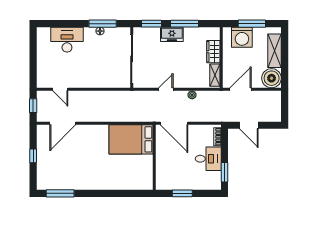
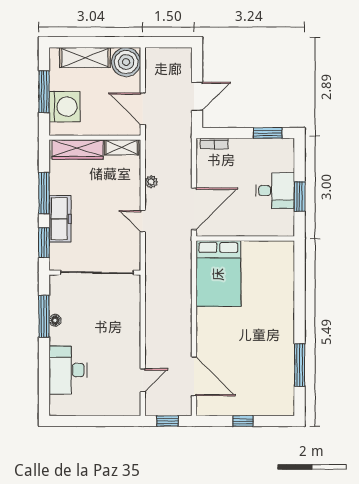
freezer: (172, 34) -> (60, 219), width x1.40
wardrobe: (213, 52) -> (78, 150), width x1.50
desk: (208, 159) -> (275, 191), moved, turned 90
window: (60, 193) -> (300, 365), moved

